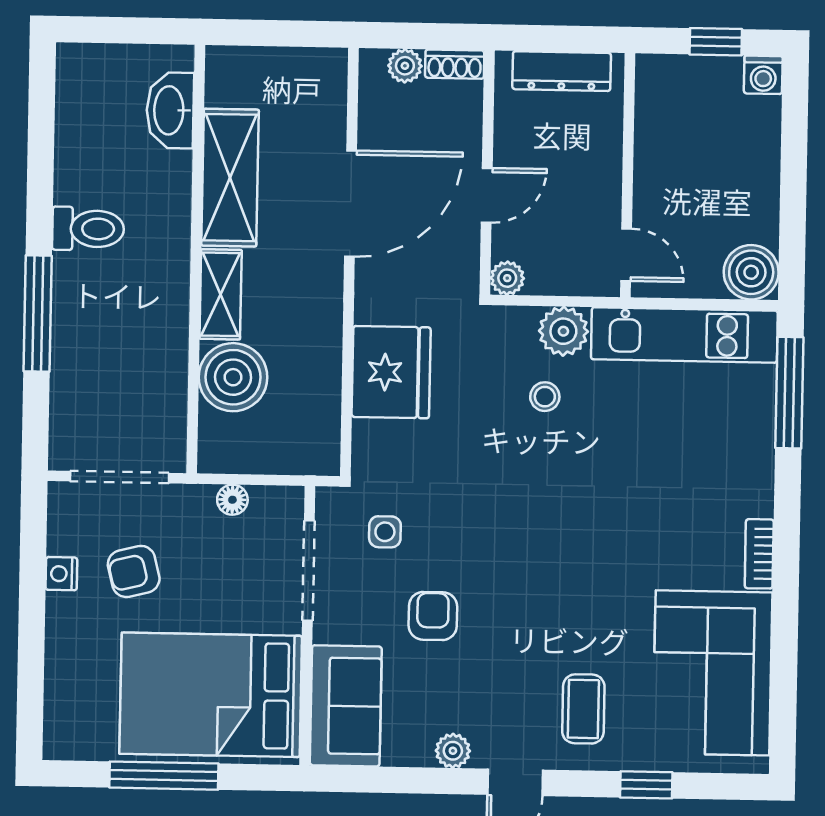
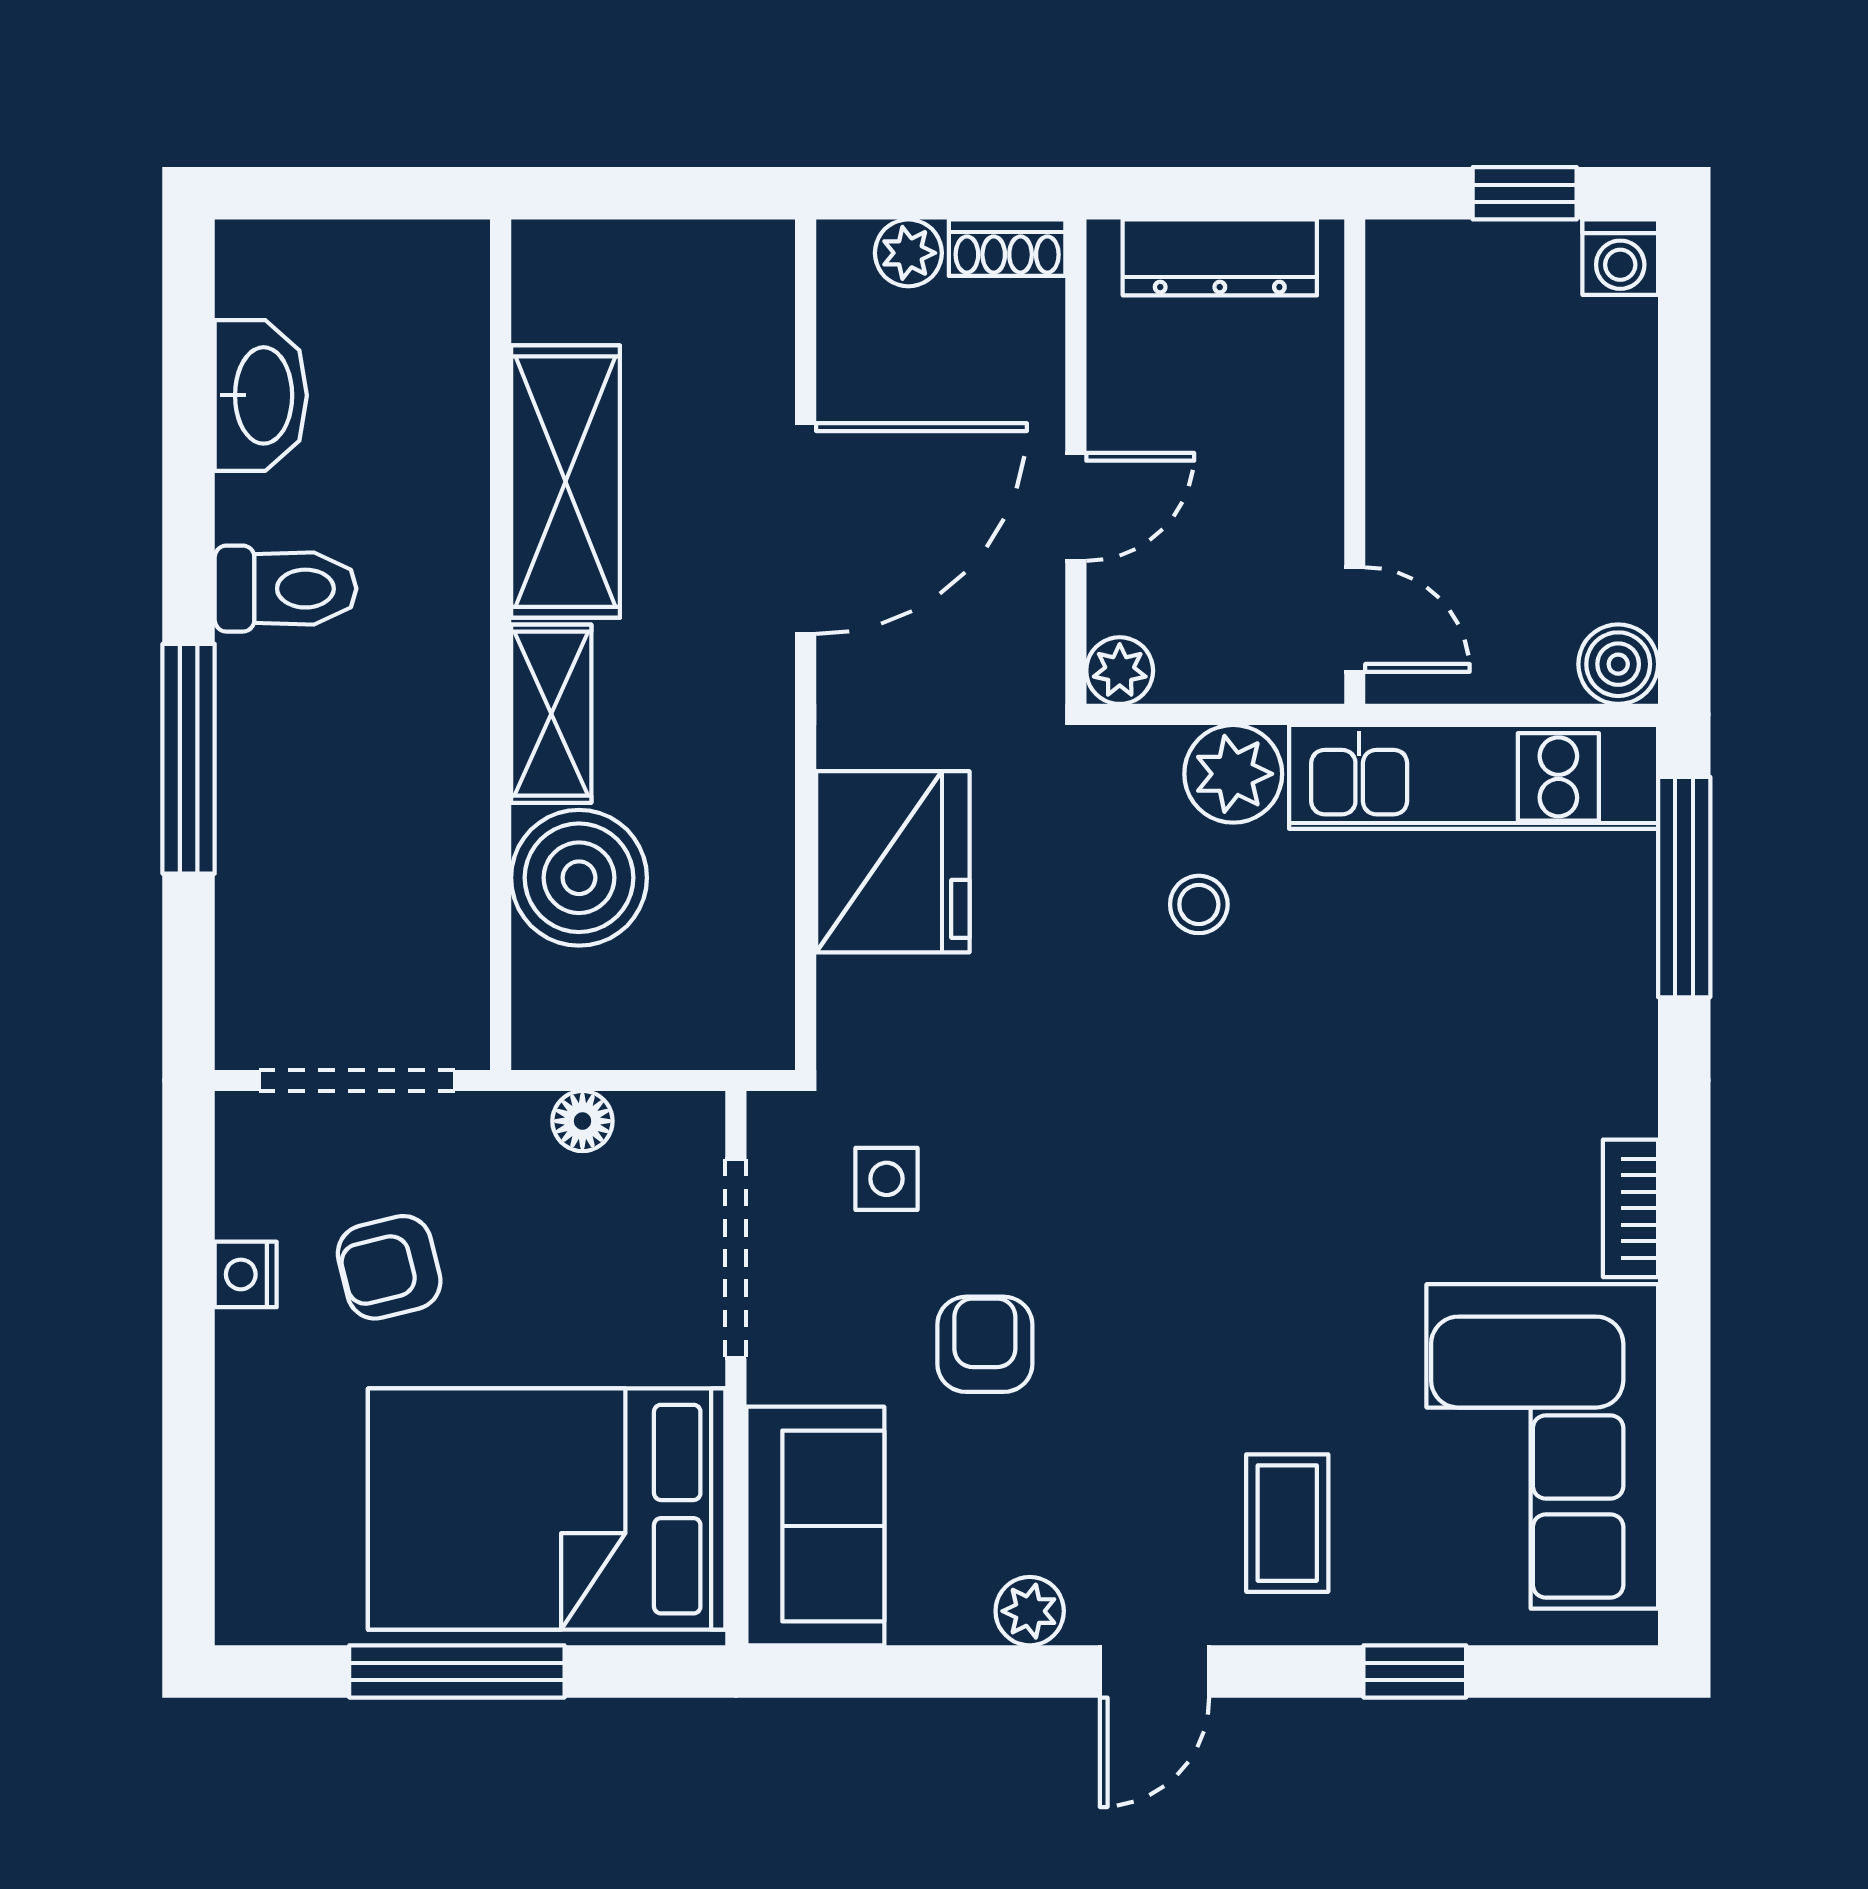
washbasin: (170, 110) -> (261, 395), moved, turned 180
boiler: (751, 272) -> (1618, 664), width x0.73, depth x0.73

